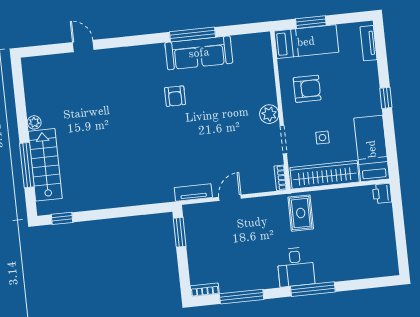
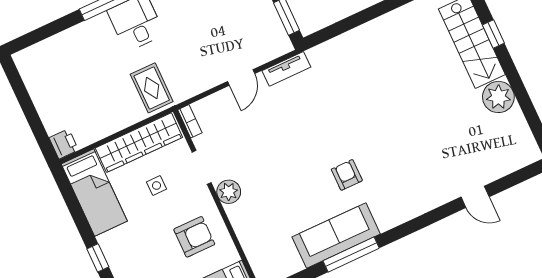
armchair: (307, 89) -> (194, 237), turned 180
plant: (34, 122) -> (498, 97), width x1.88, depth x1.88
window: (27, 165) -> (493, 34), width x0.46

